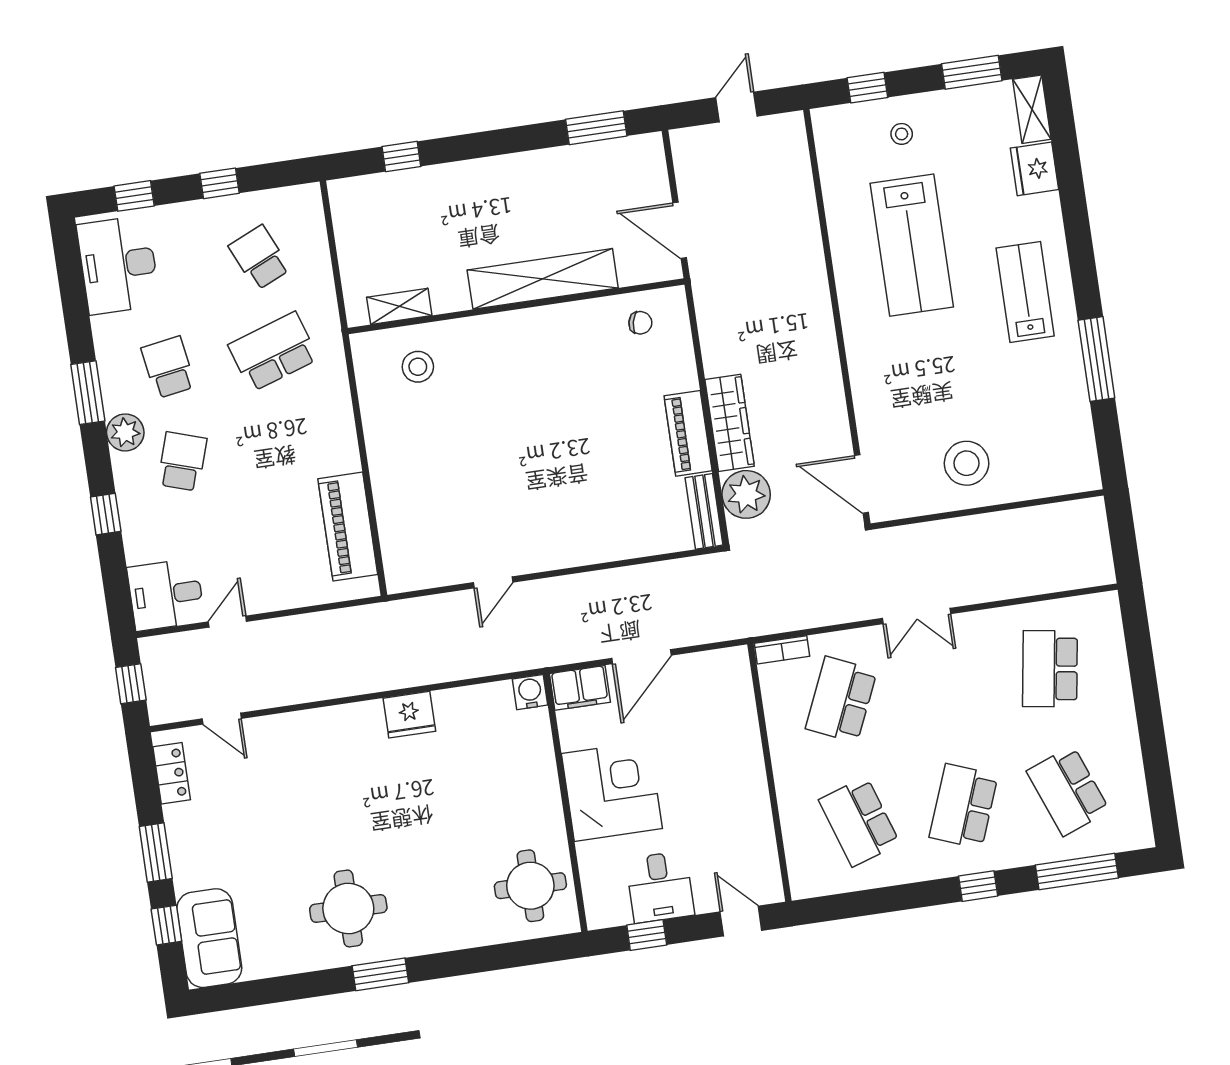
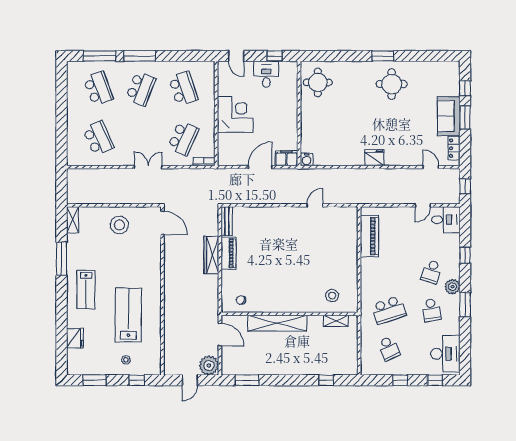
shelving: (1032, 109) -> (73, 220), moved
plant: (746, 494) -> (209, 365), moved
school desk: (1050, 669) -> (98, 138), turned -33
fridge: (409, 715) -> (374, 158), moved
corner desk: (612, 791) -> (235, 114), moved, turned 180
window: (978, 886) -> (140, 56), width x2.17
sofa: (209, 938) -> (449, 116), moved

